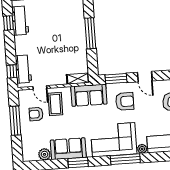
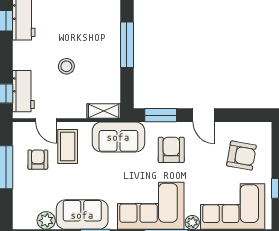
stool: (51, 50) -> (66, 66), added
armchair: (125, 101) -> (171, 150), turned -90
armchair: (36, 114) -> (38, 160), turned 90

